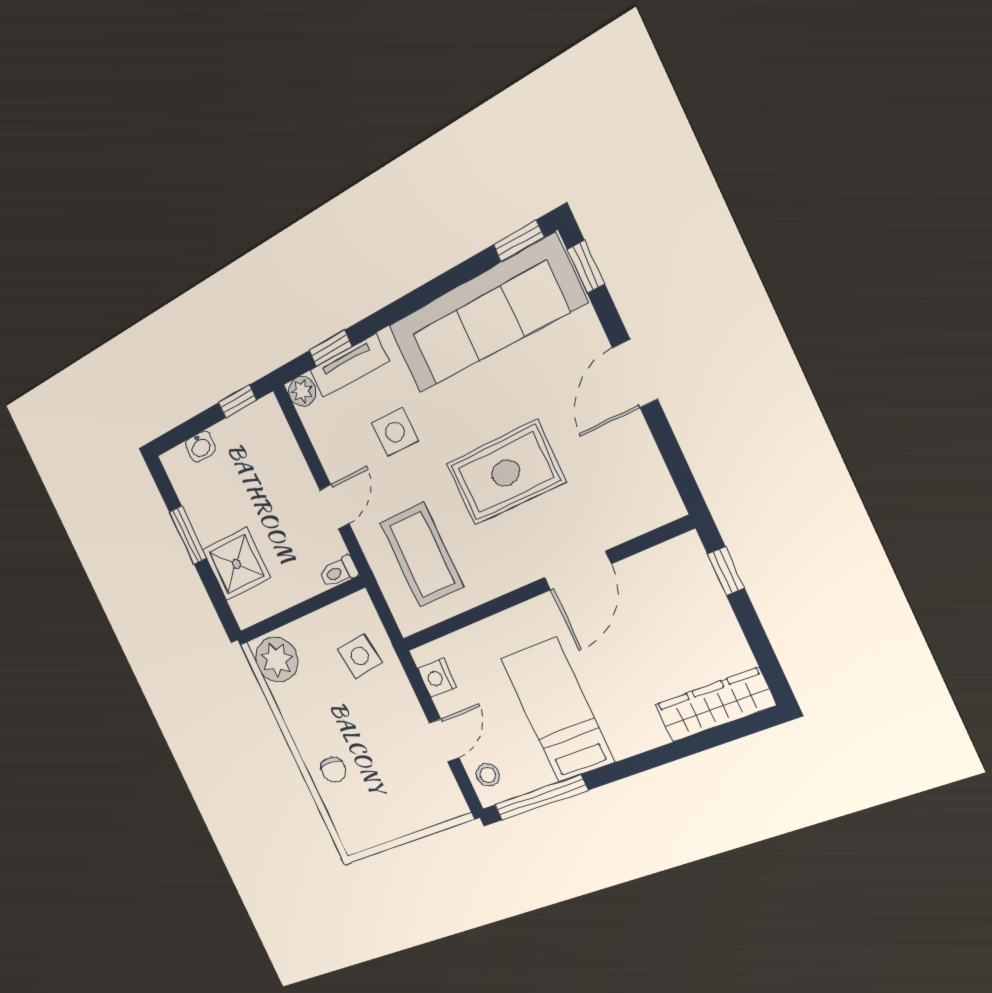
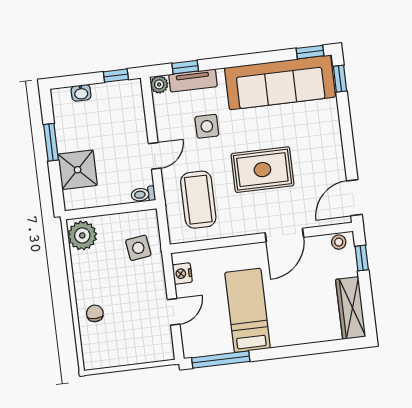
door: (635, 373) -> (354, 198), moved
wardrobe: (715, 705) -> (351, 308), moved, turned -90
chair: (333, 770) -> (95, 313), turned 180
stool: (488, 775) -> (339, 242), moved

